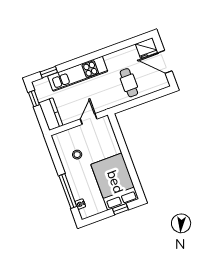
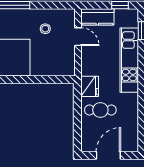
fridge: (147, 48) -> (90, 86), moved, turned 180
door: (89, 119) -> (78, 37), moved

